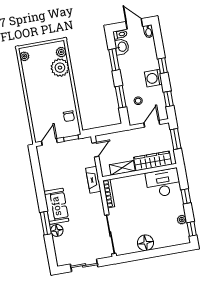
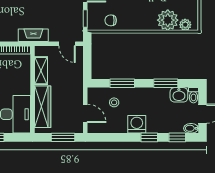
window: (169, 99) -> (177, 137), moved

